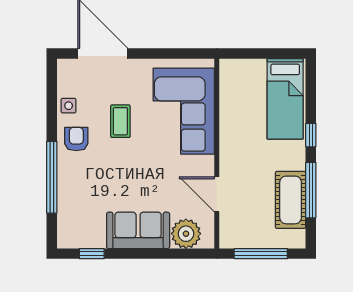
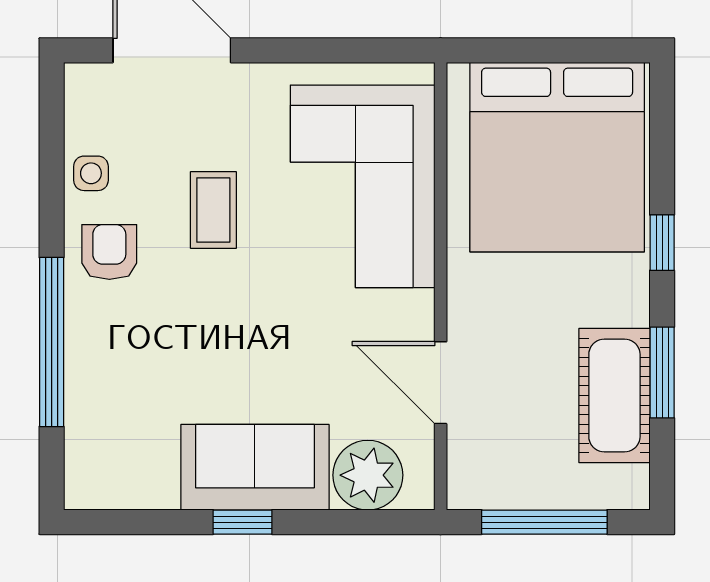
bed: (285, 99) -> (557, 157), width x2.04
window: (311, 190) -> (662, 372), width x0.69
window: (92, 254) -> (243, 522), moved

